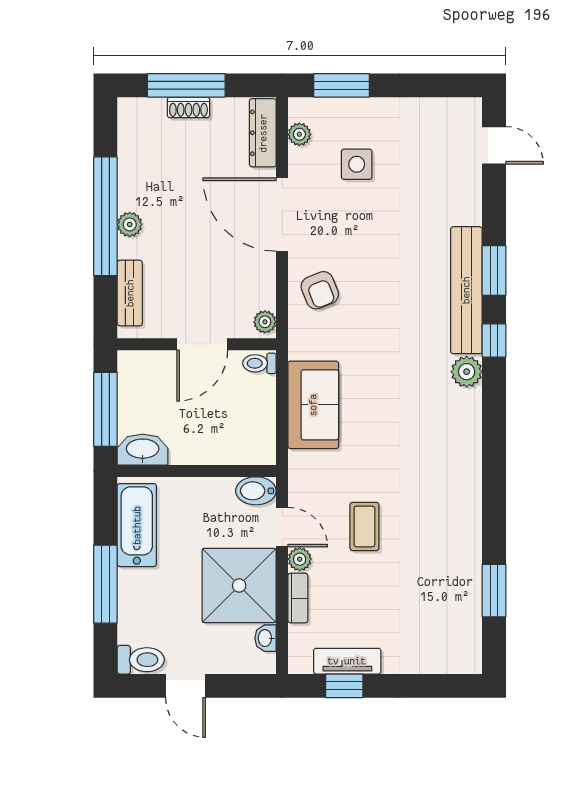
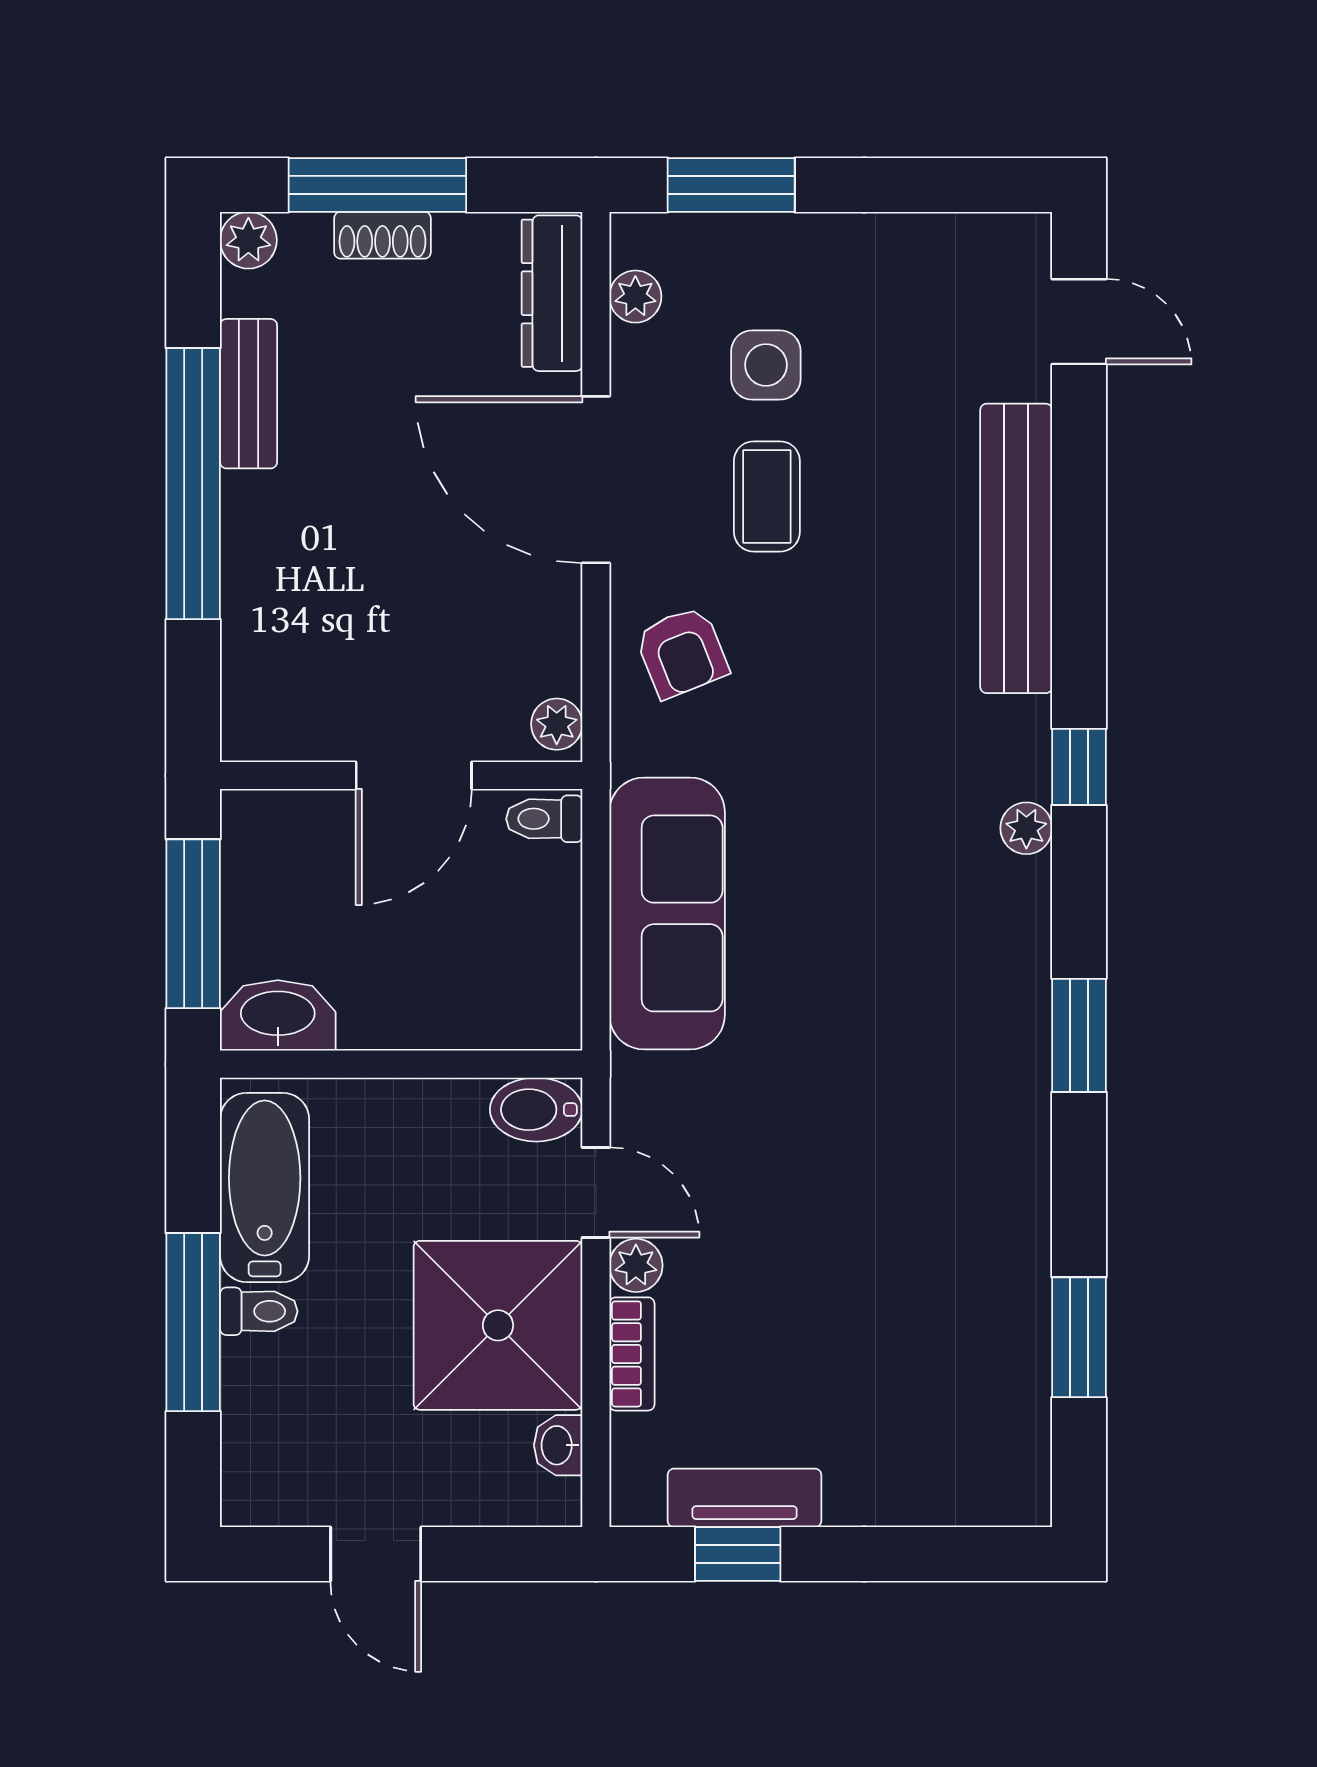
plant: (130, 224) -> (248, 240), moved
window: (494, 271) -> (1079, 1035), moved
bench: (466, 290) -> (1016, 548), moved
bench: (130, 293) -> (249, 394), moved
plant: (467, 372) -> (1026, 828), width x0.73, depth x0.73
sofa: (313, 405) -> (667, 913), width x1.36
coffee table: (364, 526) -> (767, 496), moved
toilet: (141, 660) -> (259, 1311), moved, width x0.73, depth x0.72

